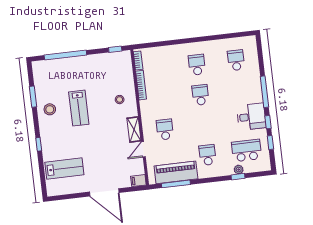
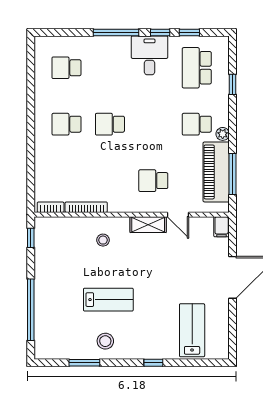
plant: (239, 170) -> (223, 134), moved

